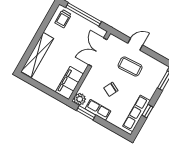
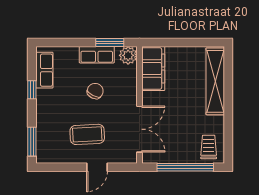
row of seats: (136, 113) -> (44, 70), width x0.68

